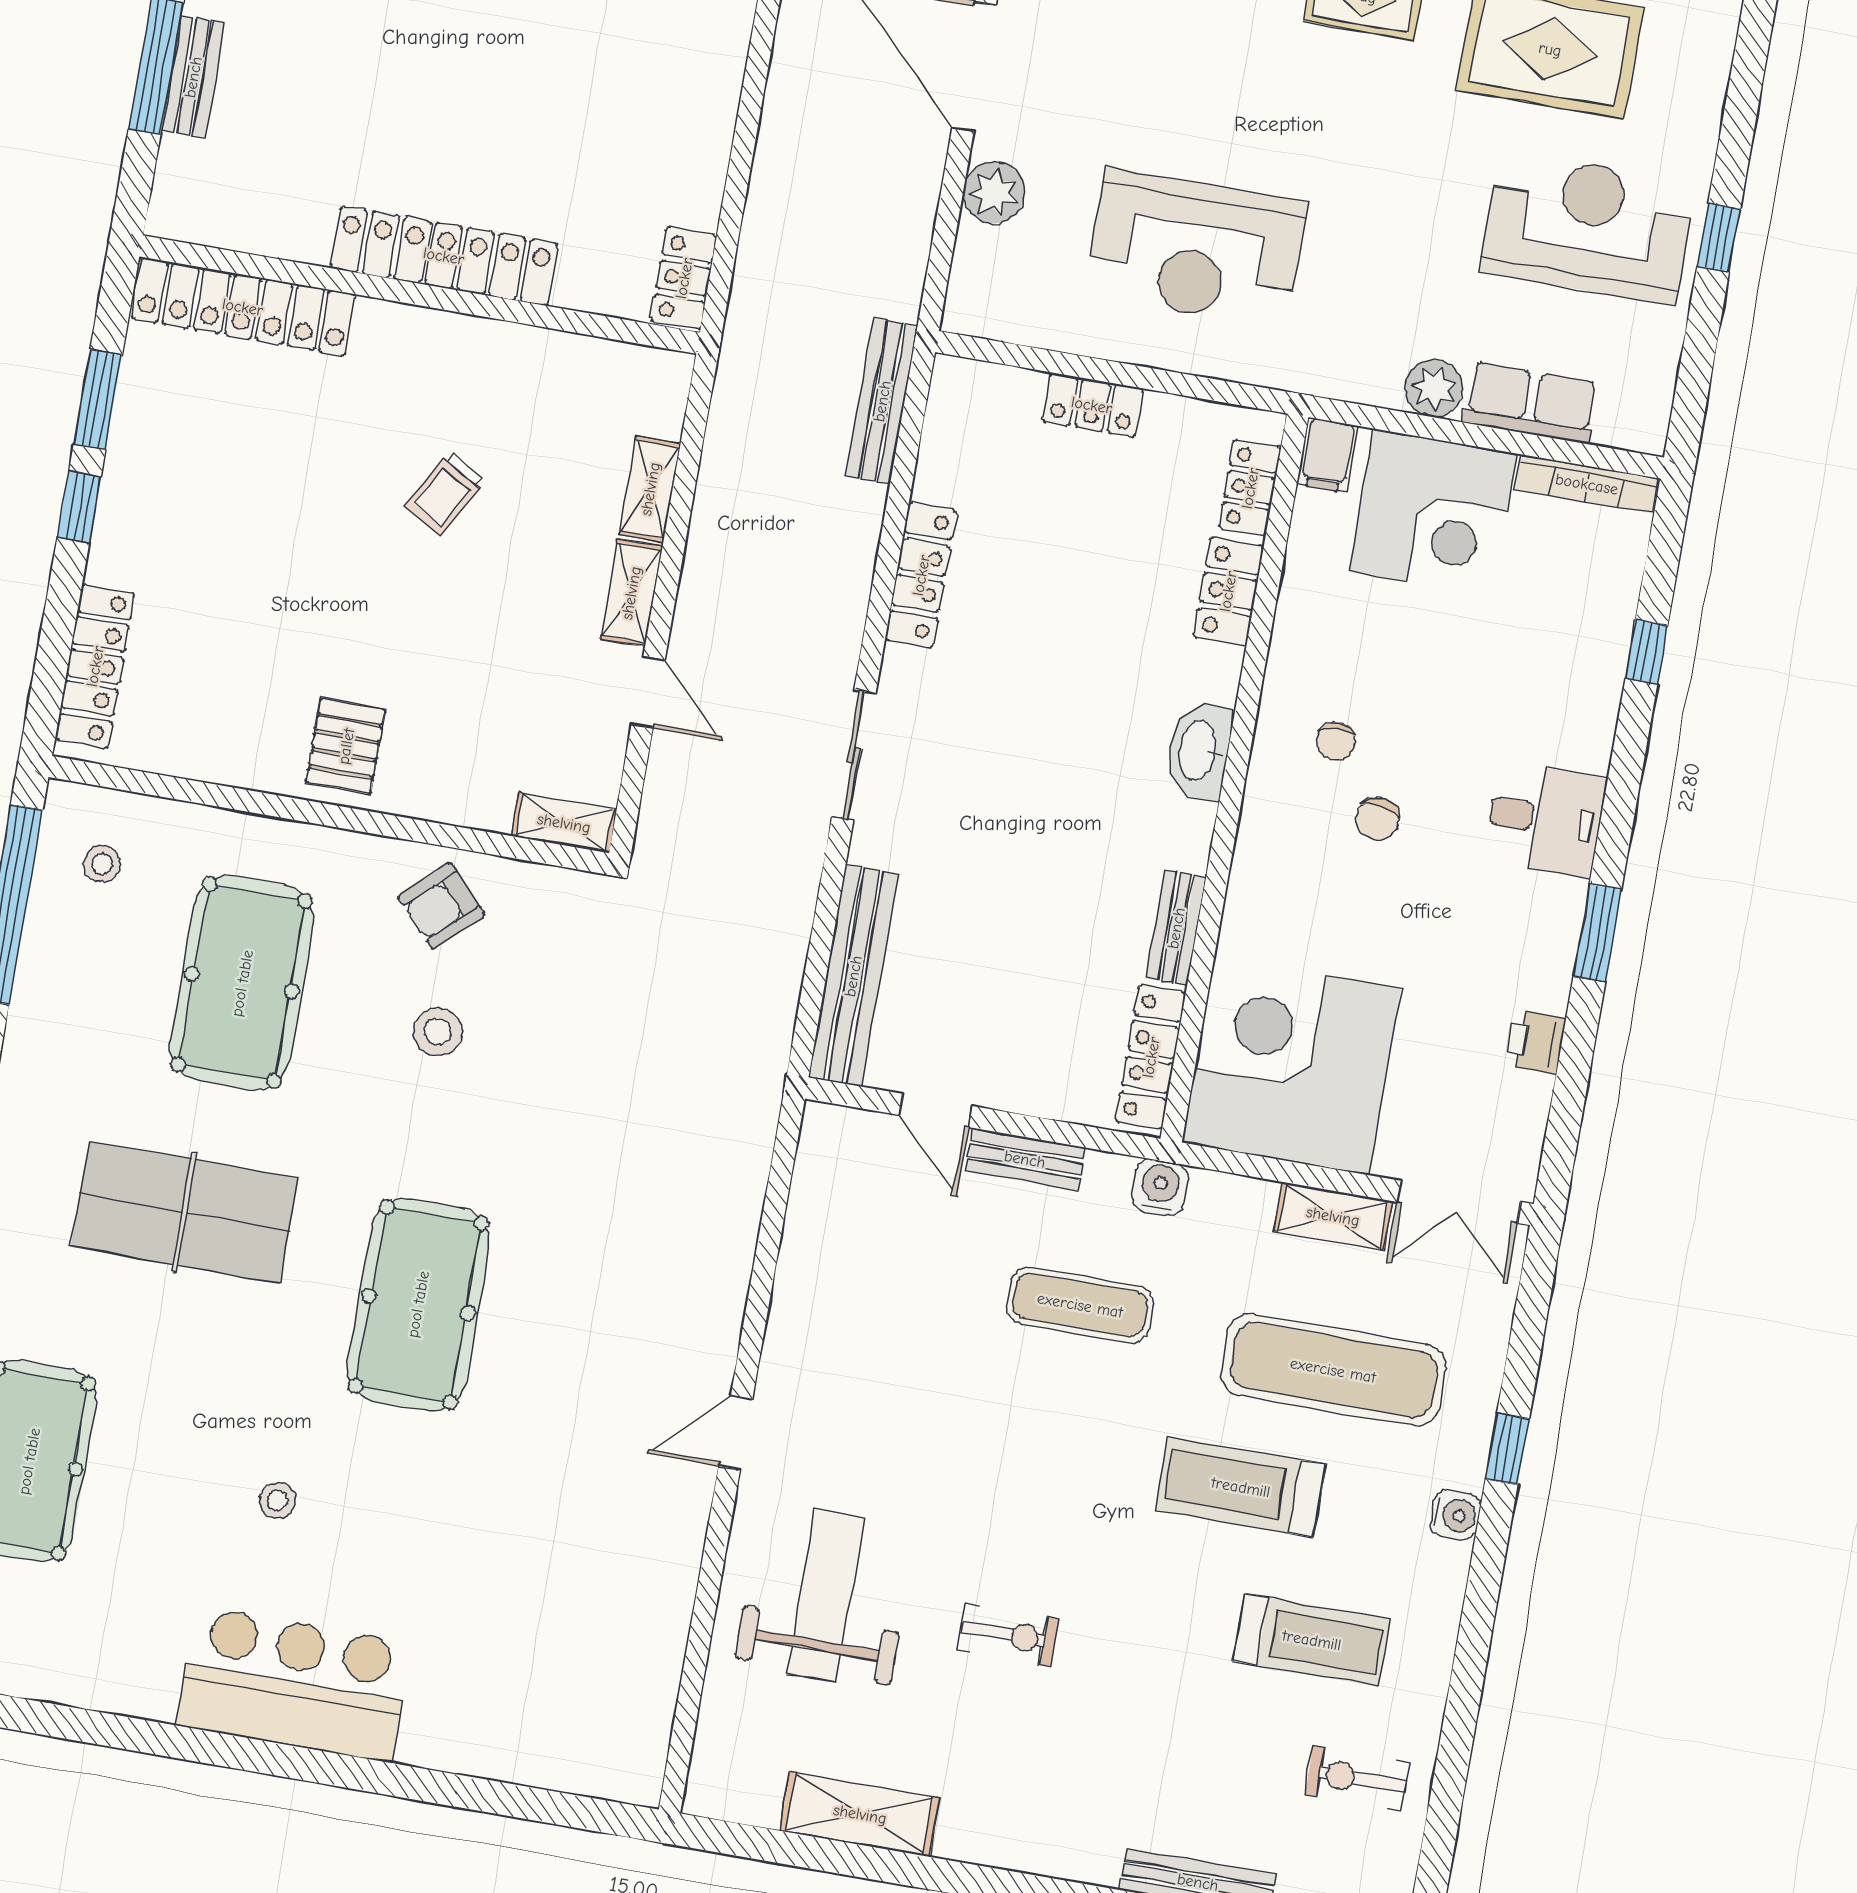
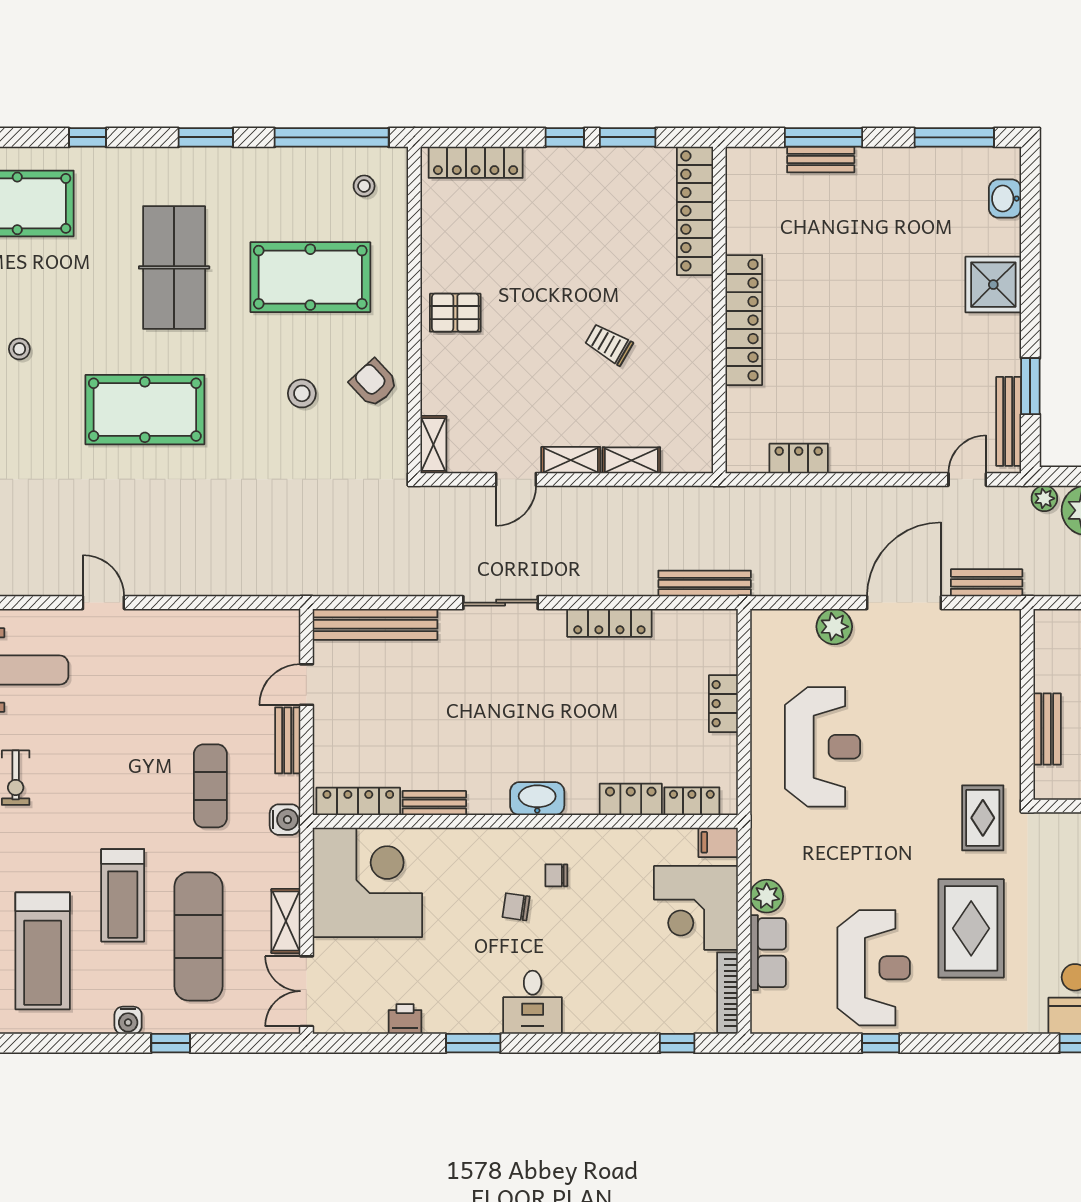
reception desk: (1196, 248) -> (823, 747), turned 180
locker: (684, 278) -> (799, 458), moved
window: (1646, 652) -> (677, 1043), moved
treadmill: (1241, 1487) -> (123, 895), turned 180
treadmill: (1312, 1640) -> (43, 951), width x1.37, depth x1.38

